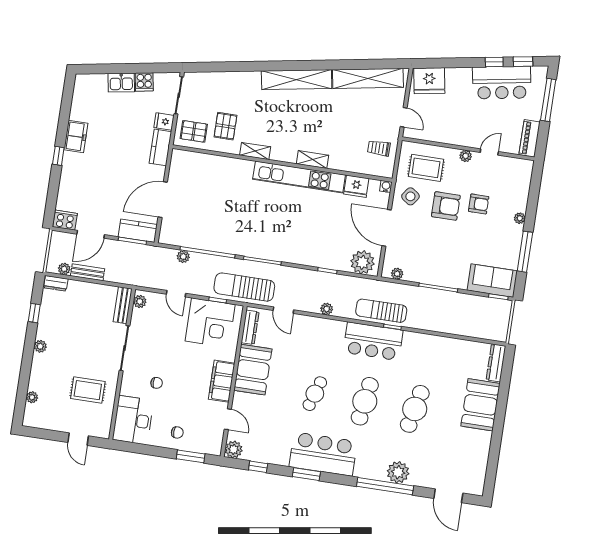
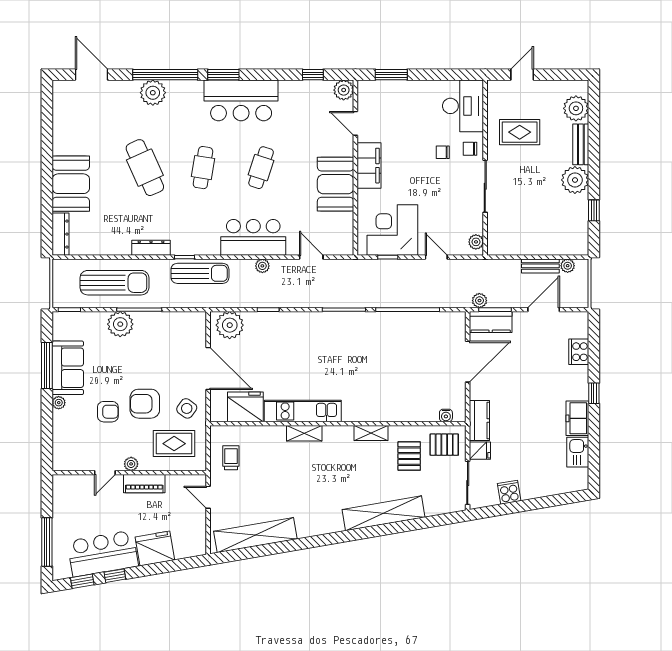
shelving: (297, 80) -> (383, 513), moved
fridge: (429, 81) -> (155, 548), moved
kitchen sink: (121, 83) -> (578, 452), moved, turned -80
piano: (530, 138) -> (144, 484), moved, turned 90
trolley: (379, 148) -> (231, 458), turned -90
kitchen unit: (299, 177) -> (303, 411), width x0.73
fridge: (356, 186) -> (245, 407), width x1.36, depth x1.34
water cooler: (386, 186) -> (446, 415), moved
armchair: (479, 204) -> (108, 412), turned 180
cooker: (65, 220) -> (579, 352), moved, turned 90
plant: (183, 257) -> (479, 301), moved
plant: (397, 274) -> (120, 324), moved, width x1.88, depth x1.88
sofa: (492, 281) -> (68, 368), moved, turned -90
dresser: (56, 283) -> (575, 248), removed
sun lounger: (244, 287) -> (114, 283), moved
bench: (123, 305) -> (581, 144), moved
dresser: (250, 327) -> (151, 248), moved, turned 90
bar counter: (373, 341) -> (253, 237), moved
plant: (40, 346) -> (575, 180), width x1.87, depth x1.87
plant: (32, 397) -> (576, 108), width x1.88, depth x1.88
cafe table: (365, 401) -> (203, 168), width x0.73, depth x0.74
cafe table: (415, 409) -> (145, 168), turned -36
chair: (177, 432) -> (470, 149), moved
door: (78, 439) -> (522, 75), hinge flipped
window: (306, 474) -> (223, 75), moved

